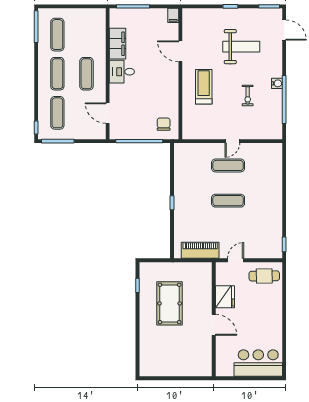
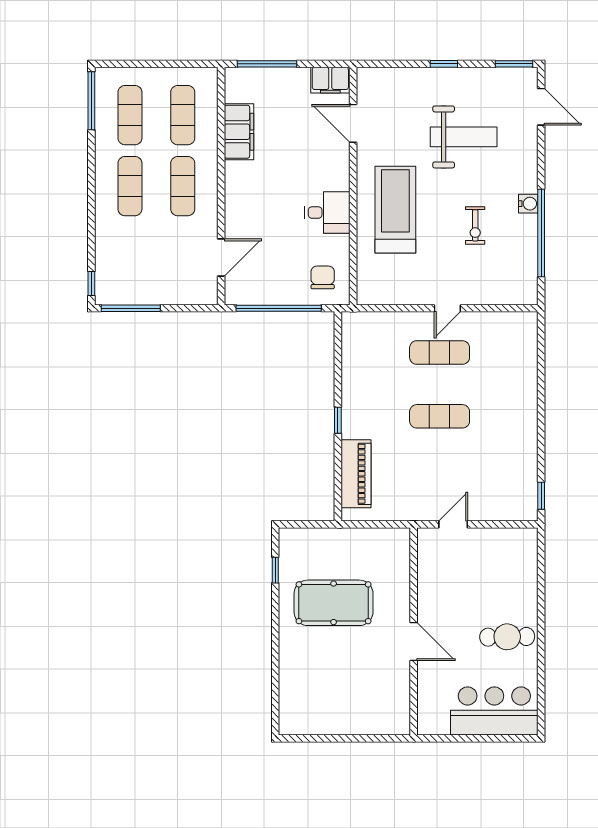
filing cabinet: (173, 15) -> (330, 80), width x2.00
door: (180, 51) -> (353, 123), moved
desk: (122, 72) -> (327, 213), moved, turned 180
treadmill: (204, 87) -> (395, 210), width x1.37, depth x1.37
exercise mat: (57, 113) -> (183, 115), moved
door: (108, 113) -> (221, 258), swing flipped
piano: (200, 250) -> (356, 474), moved, turned 90
cafe table: (264, 276) -> (507, 637), moved
fridge: (225, 297) -> (434, 591), removed
pool table: (170, 303) -> (334, 603), turned 90

